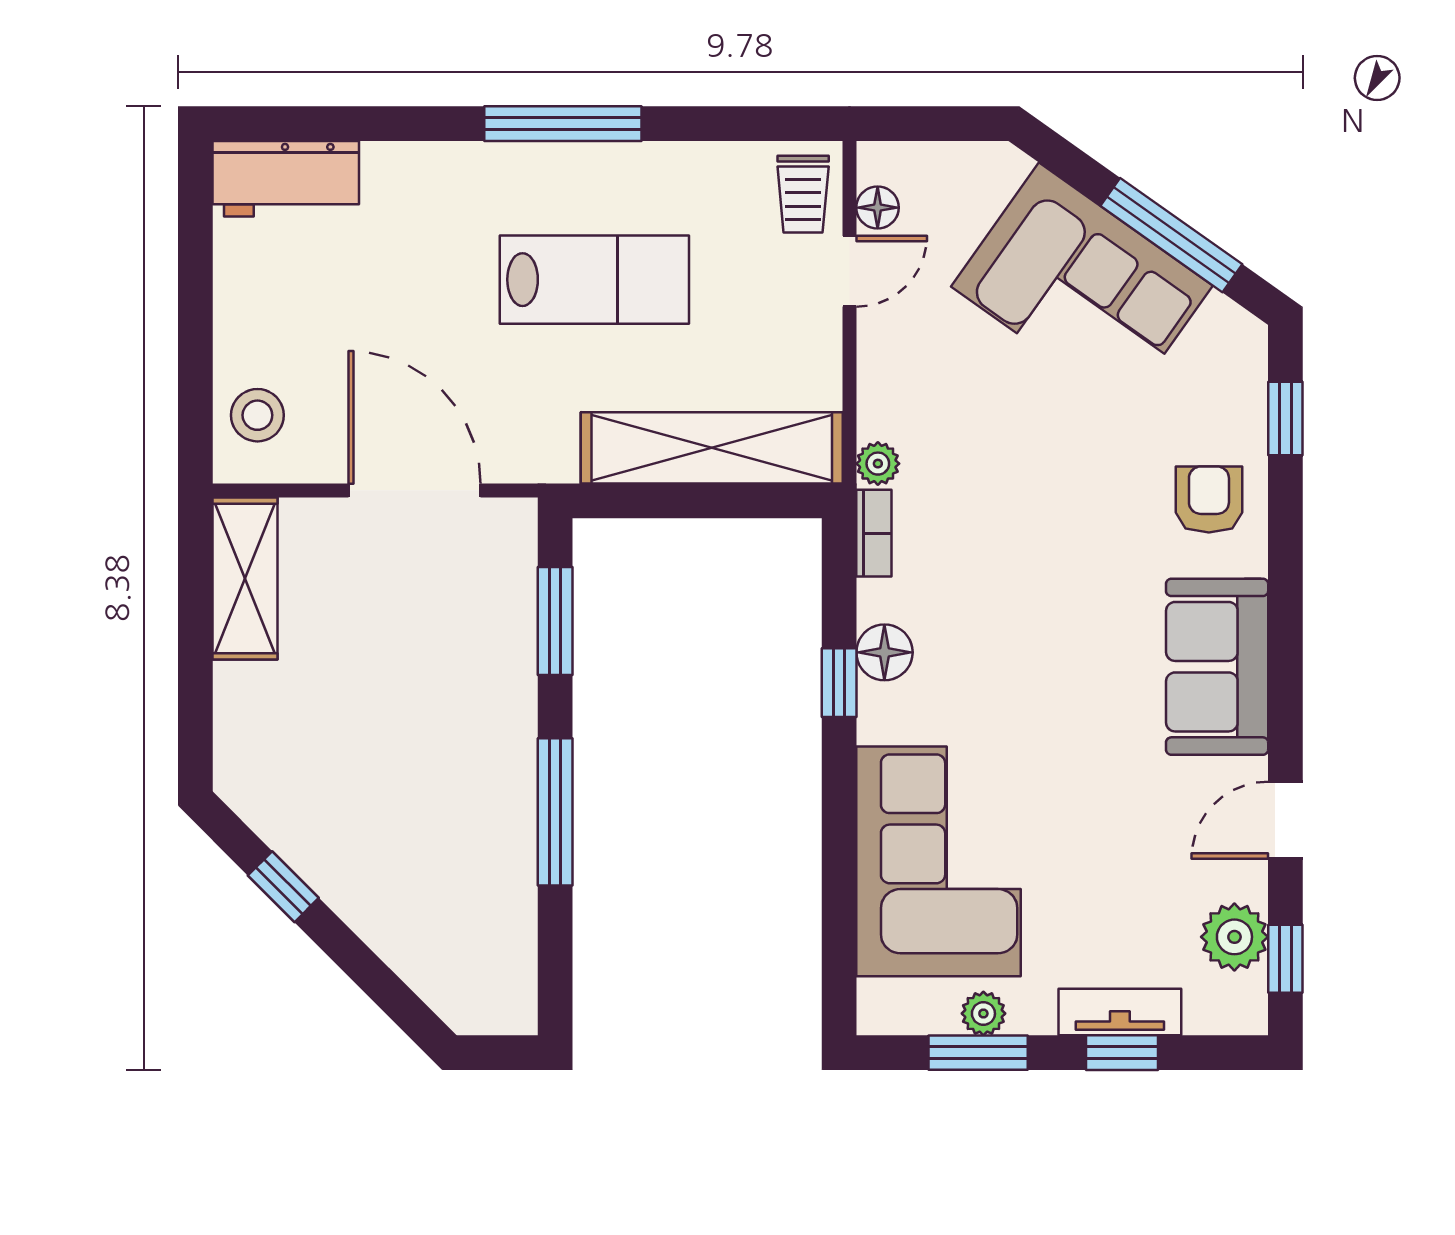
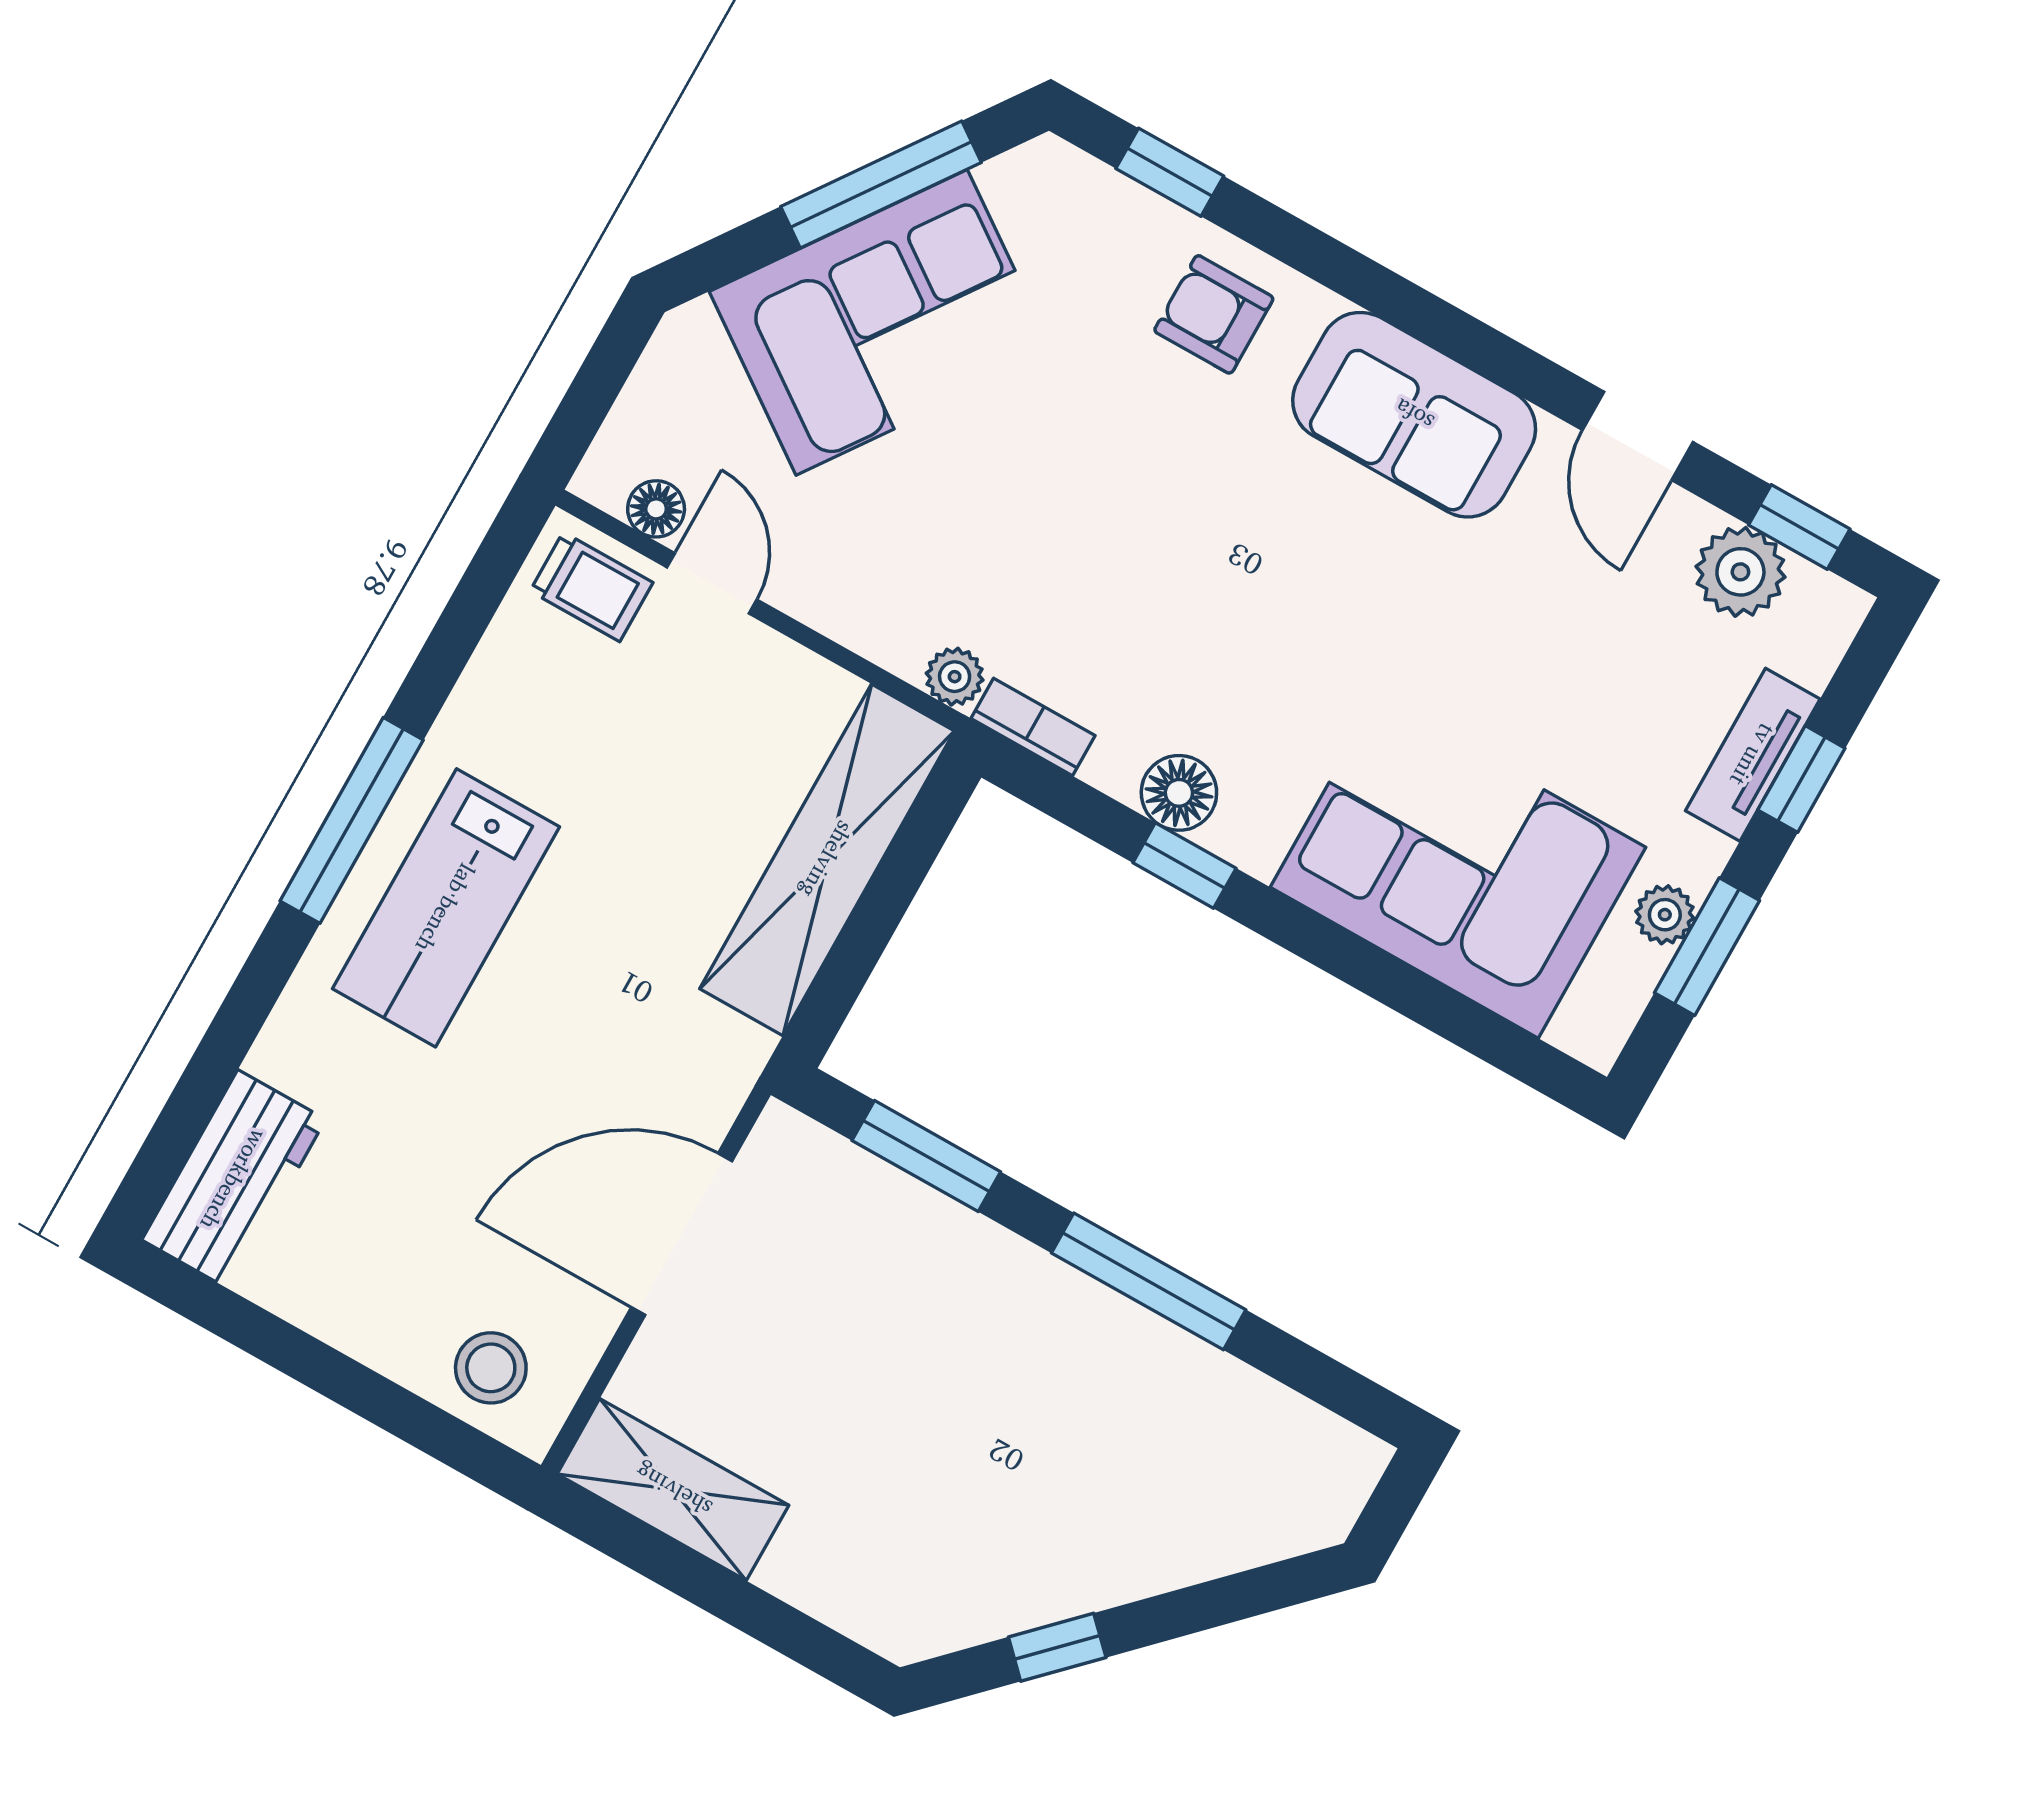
lab bench: (594, 280) -> (446, 908), moved, turned 180

